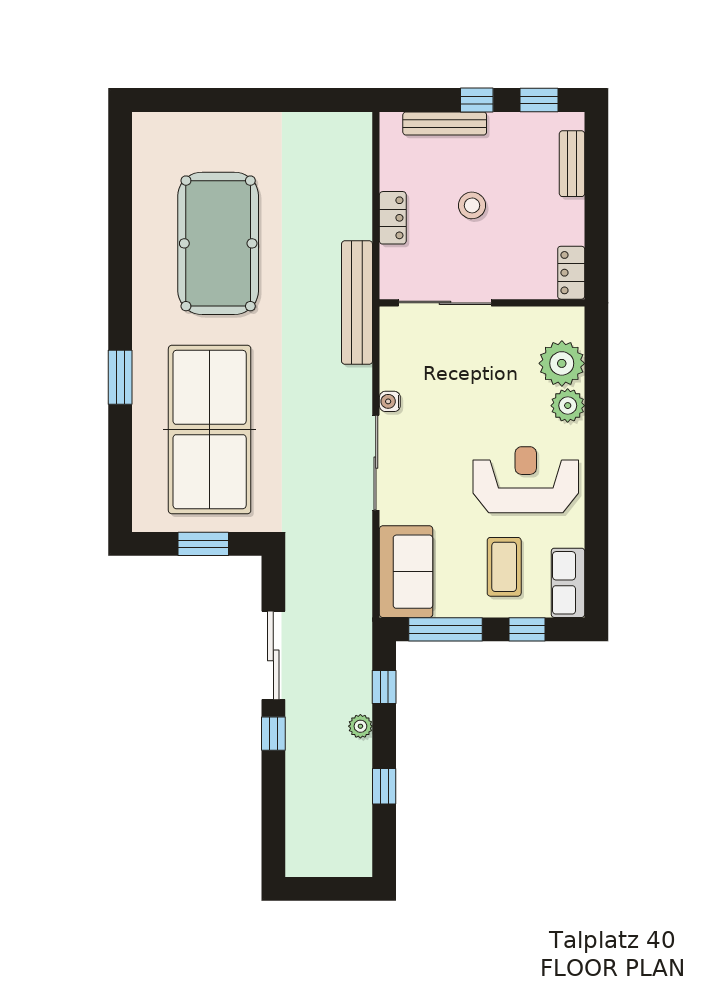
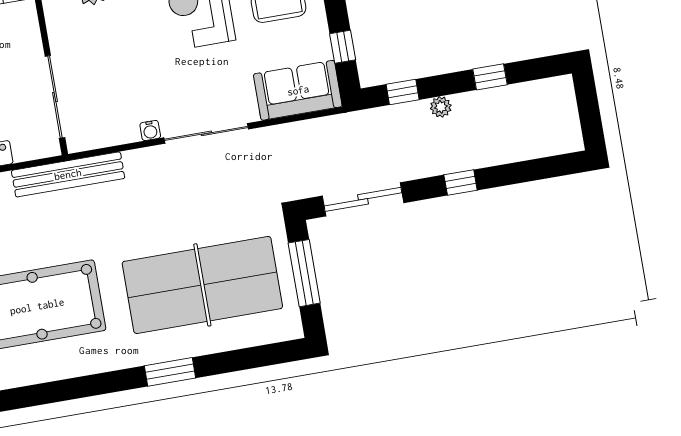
window: (203, 544) -> (304, 273), width x1.44
window: (445, 629) -> (343, 47), width x0.46
sliding door: (273, 655) -> (363, 199), moved

